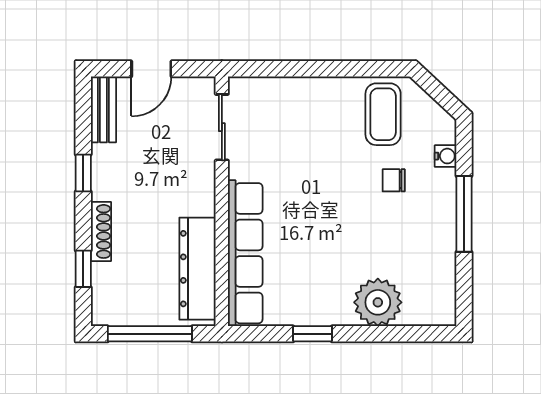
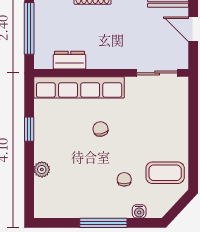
chair: (312, 219) -> (100, 129), added
dresser: (198, 269) -> (70, 60), width x0.51, depth x0.80
plant: (378, 302) -> (42, 169), width x0.53, depth x0.53

